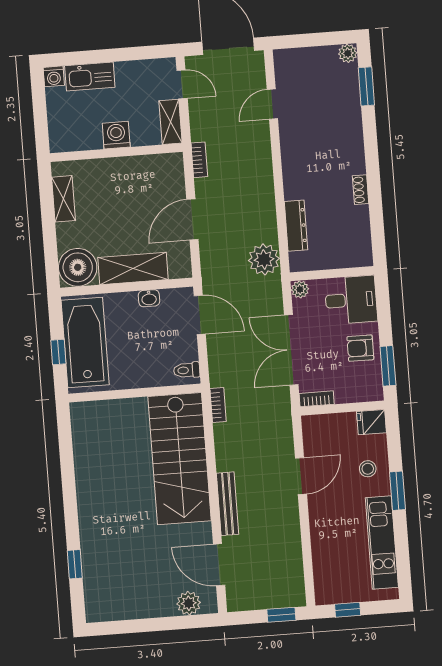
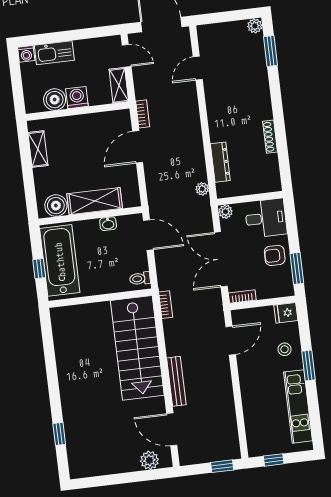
boiler: (88, 136) -> (55, 100), added
shoe rack: (361, 190) -> (270, 137), width x1.43
door: (192, 219) -> (138, 147), moved
plant: (264, 259) -> (202, 189), width x0.53, depth x0.53
boiler: (78, 267) -> (56, 206), width x0.73, depth x0.73
door: (301, 476) -> (231, 341), moved

